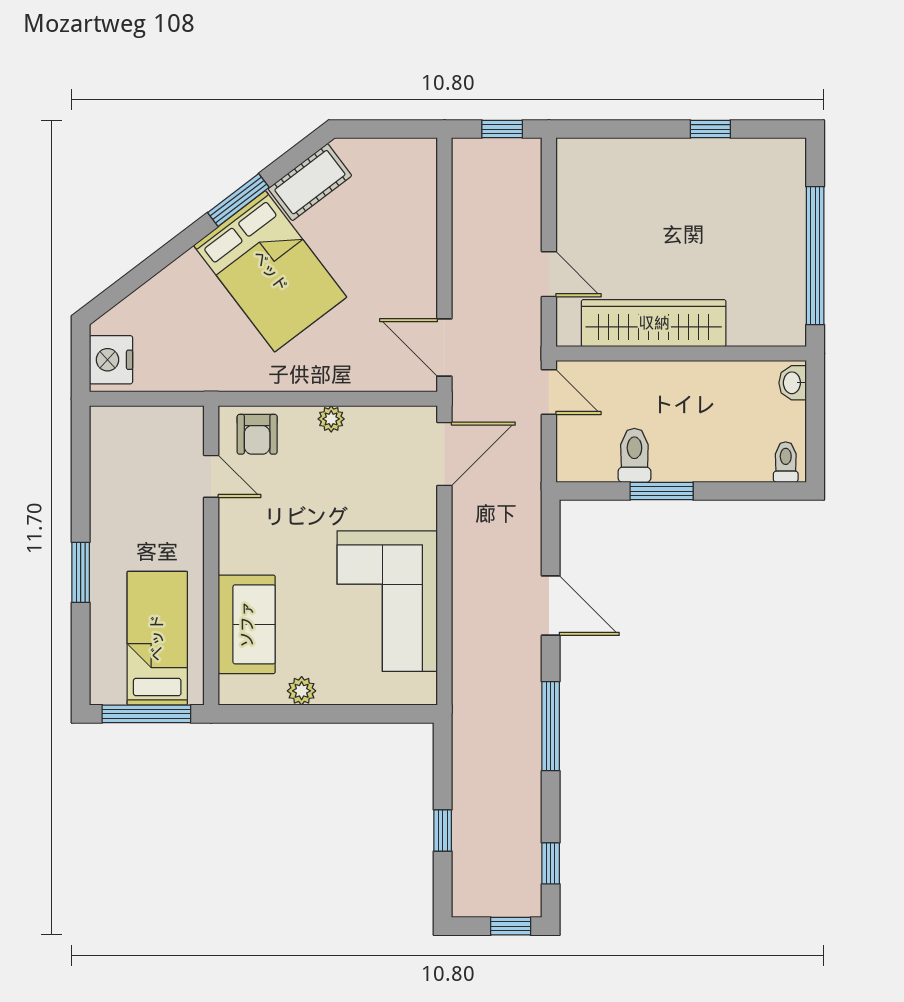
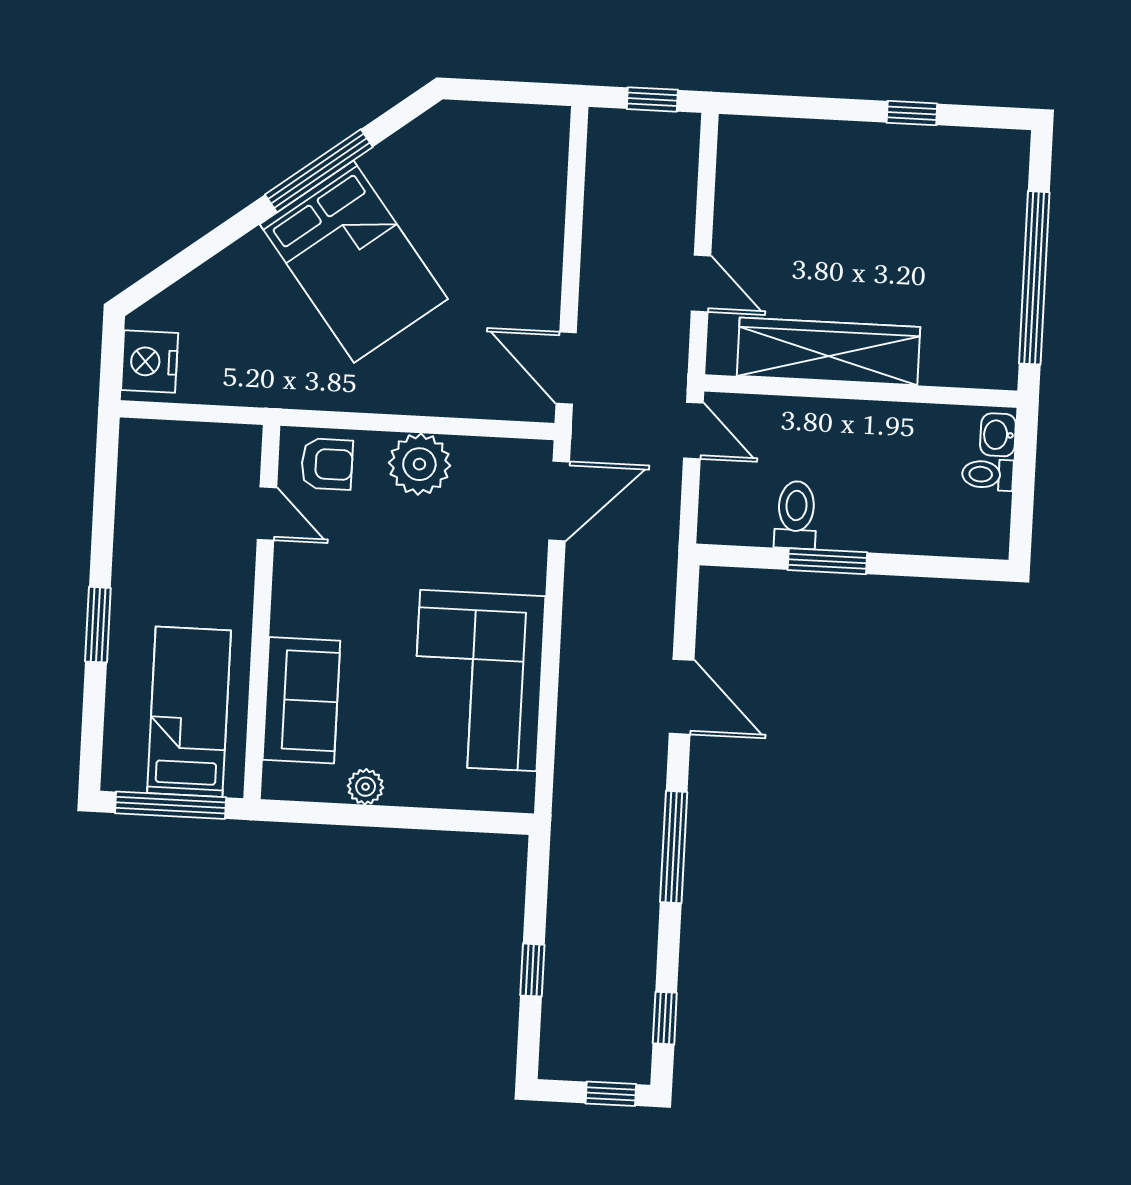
cot: (310, 182) -> (409, 153), removed
window: (238, 200) -> (319, 171), width x1.44
plant: (331, 419) -> (419, 464), width x1.88, depth x1.88
armchair: (257, 434) -> (327, 464), turned -90
toilet: (786, 462) -> (988, 475), moved, turned -90

